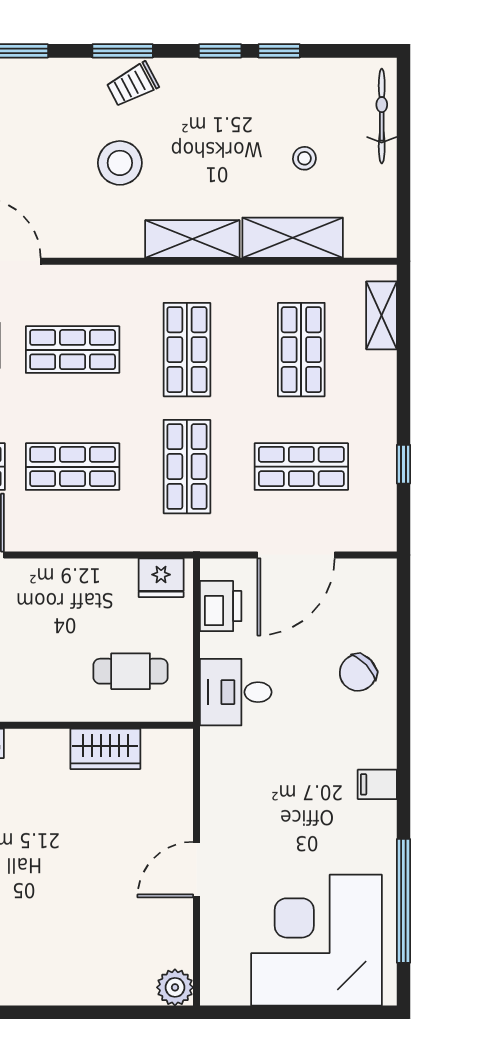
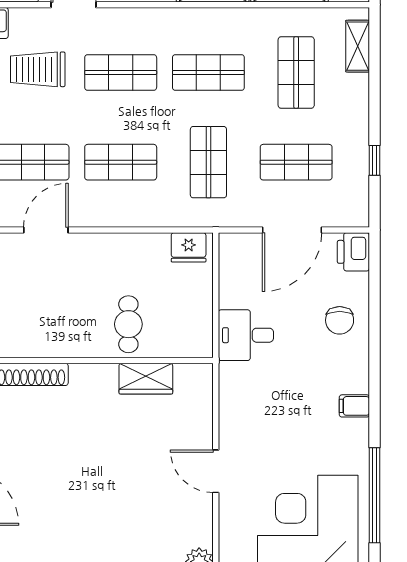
shop shelf: (187, 350) -> (208, 72), turned 90
printer: (221, 606) -> (353, 252), moved, turned 180
cafe table: (131, 671) -> (128, 324), moved, turned 90
chair: (358, 673) -> (340, 320), turned -47
door: (197, 870) -> (216, 471), hinge flipped

